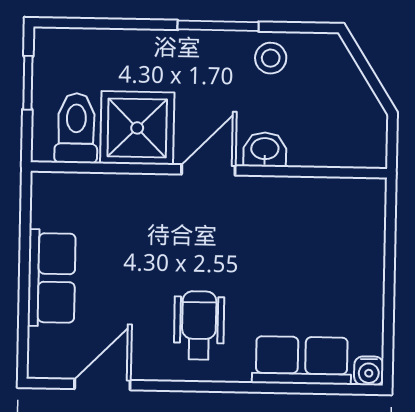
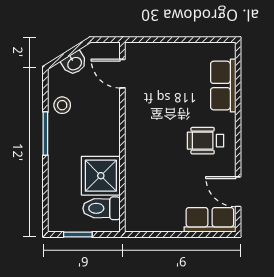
washbasin: (265, 150) -> (74, 63), moved, turned -122
door: (208, 170) -> (122, 74), moved
row of seats: (52, 278) -> (210, 220), moved
water cooler: (369, 371) -> (228, 50), removed

